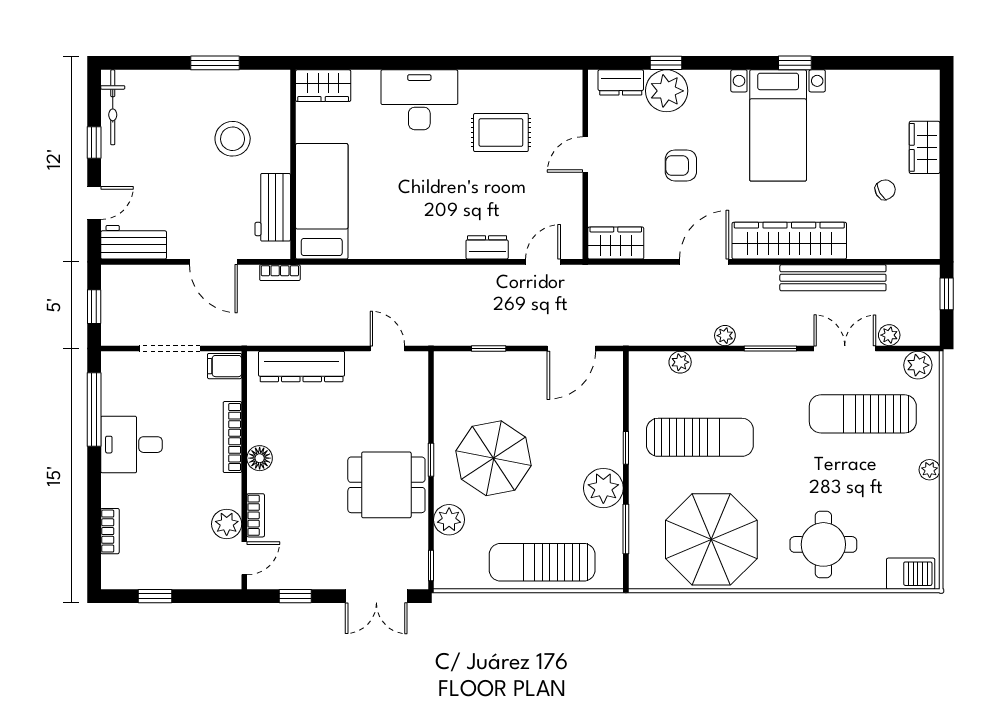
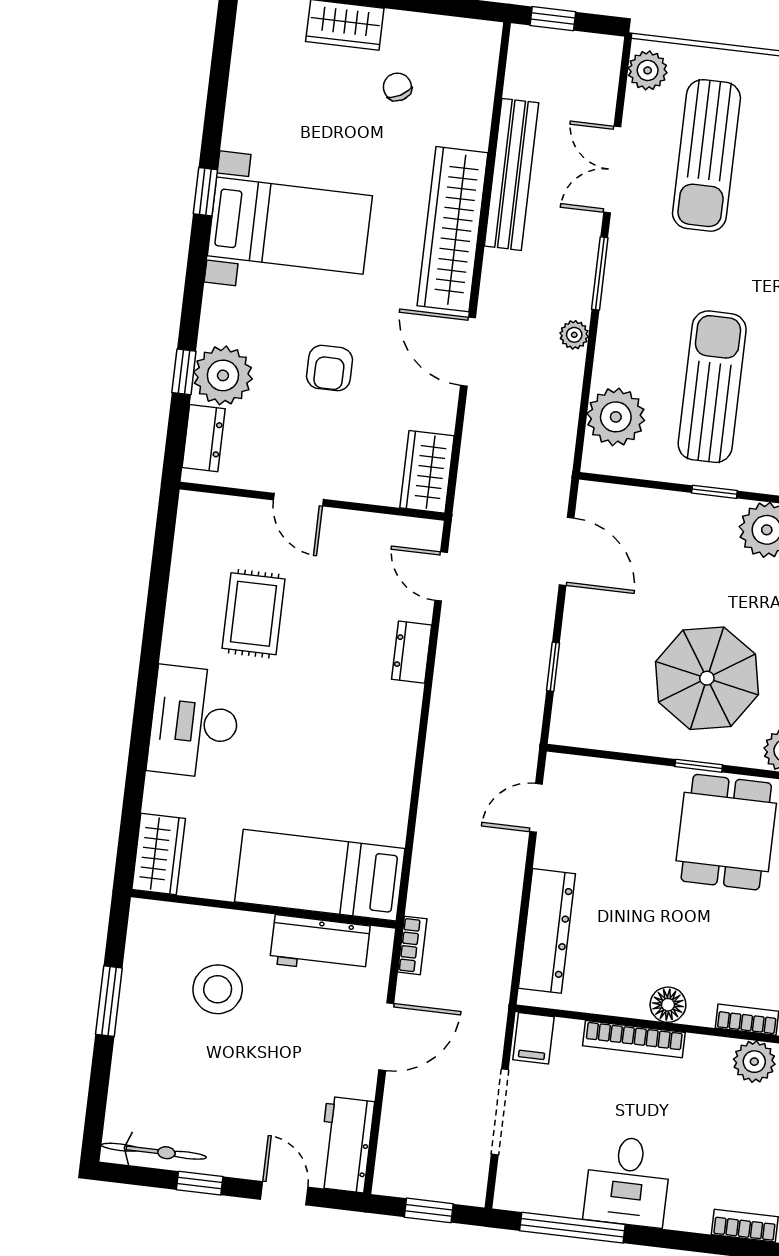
plant: (889, 335) -> (601, 105), removed
plant: (680, 362) -> (616, 417), width x1.87, depth x1.87

